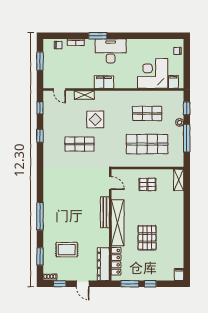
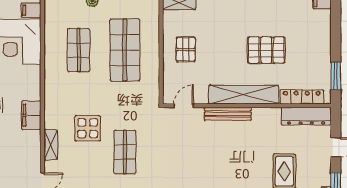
window: (150, 284) -> (336, 45), removed

